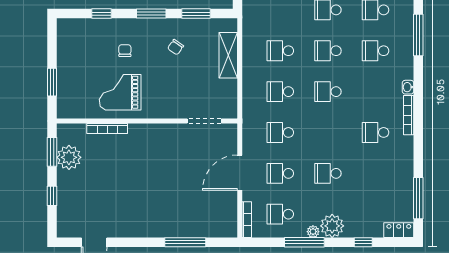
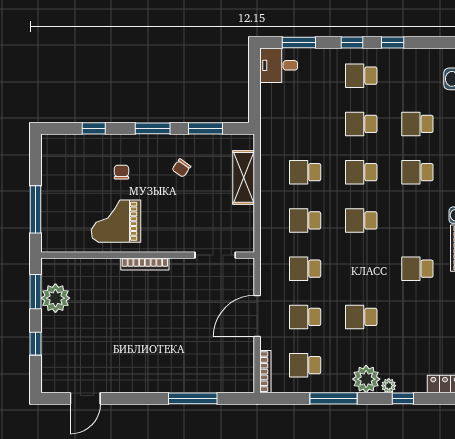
window: (52, 82) -> (36, 209), width x1.44
bookcase: (107, 128) -> (145, 264), moved
plant: (313, 232) -> (389, 386), moved

